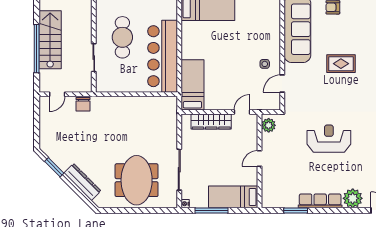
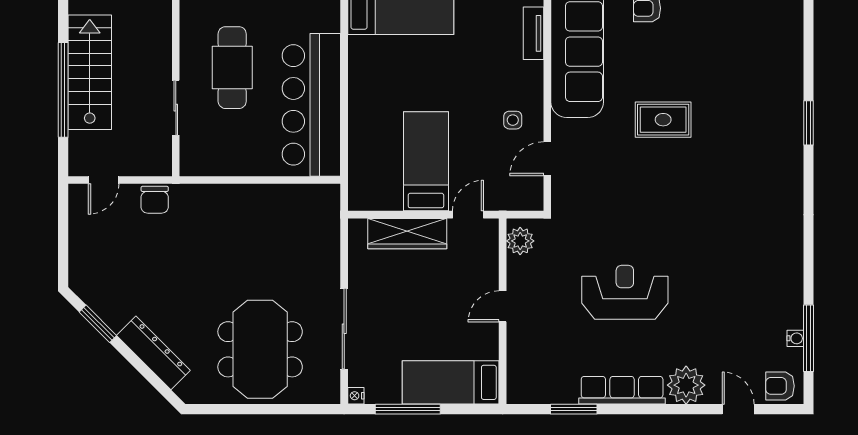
tv unit: (275, 20) -> (533, 33), added
bed: (192, 85) -> (426, 161), moved
reception desk: (329, 139) -> (625, 292), moved

